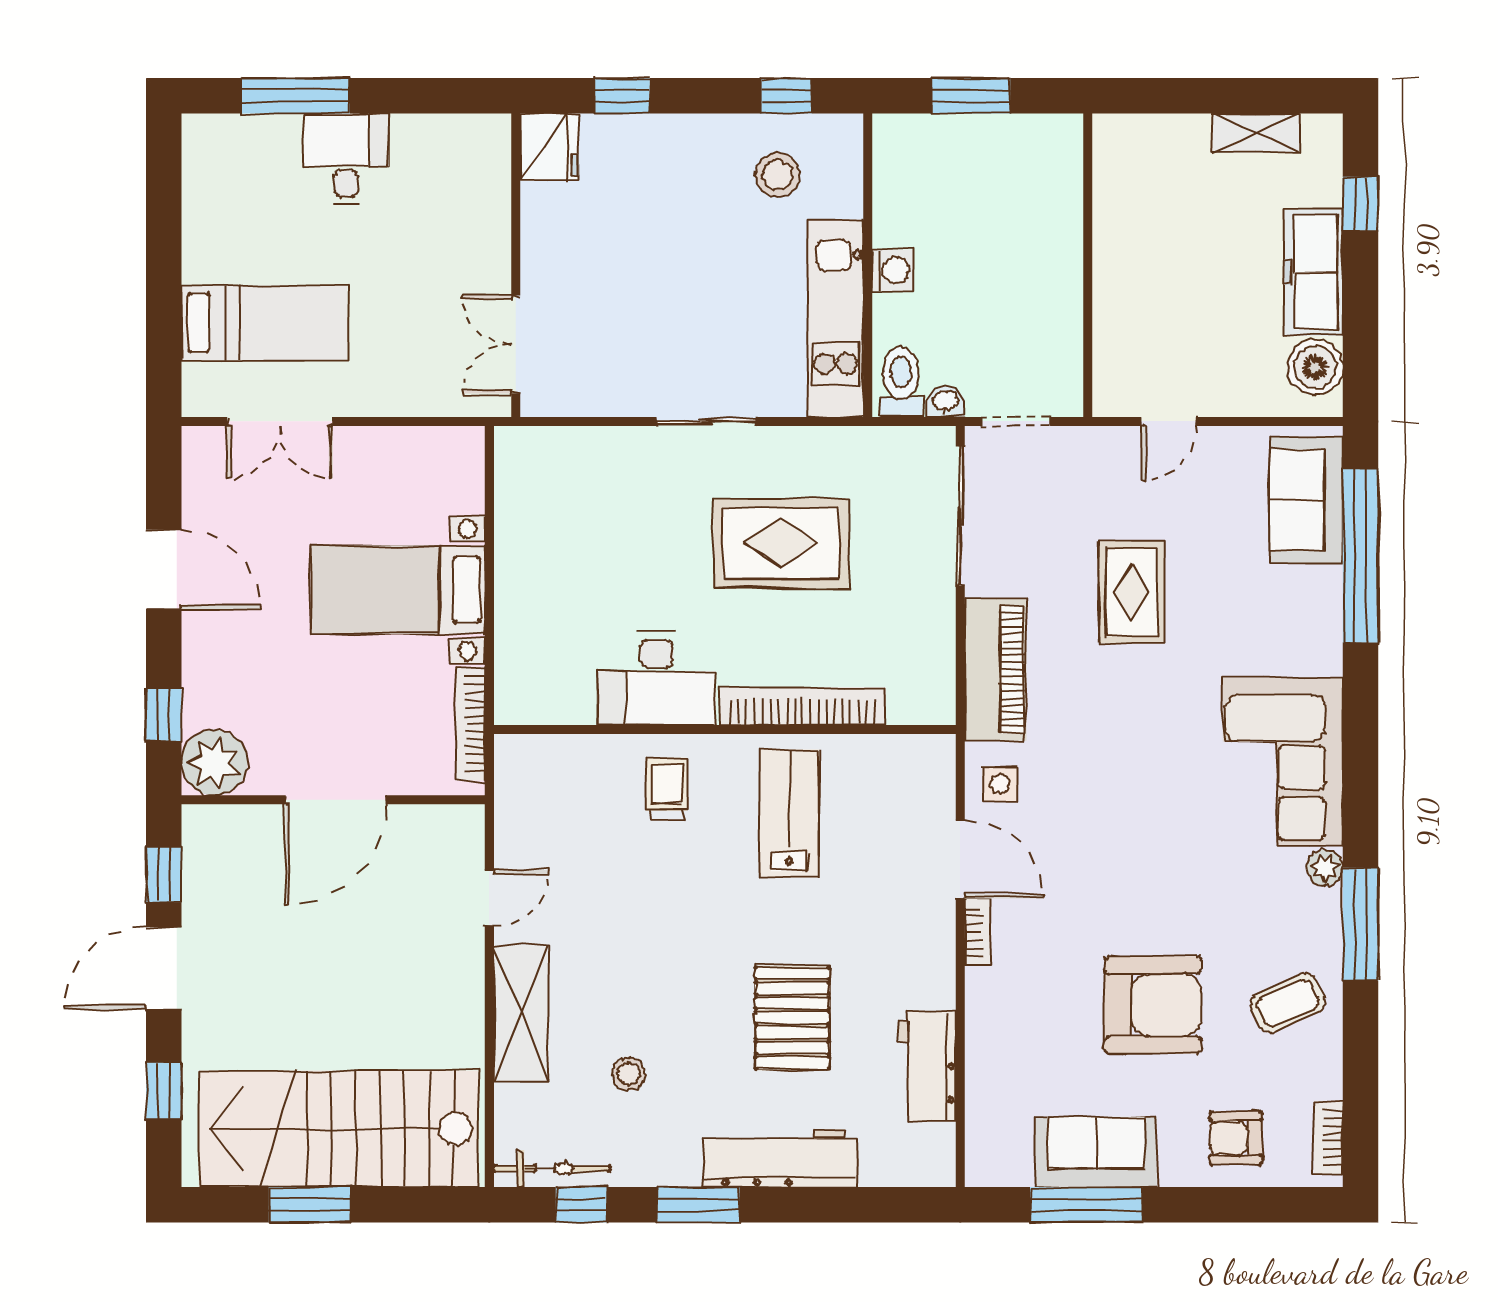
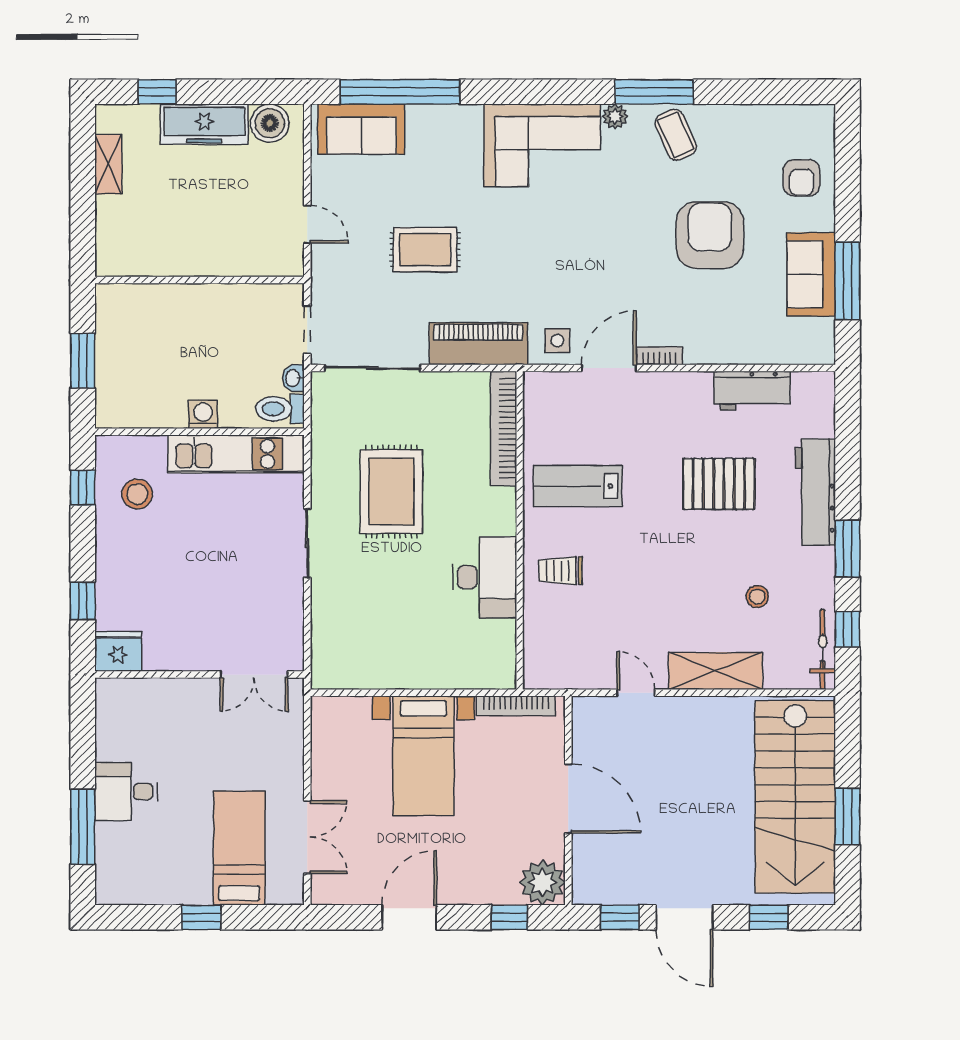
window: (164, 268) -> (201, 917), added
bookcase: (803, 706) -> (504, 428), moved
coffee table: (1288, 1003) -> (676, 135), moved
bookcase: (1328, 1137) -> (801, 114), removed

